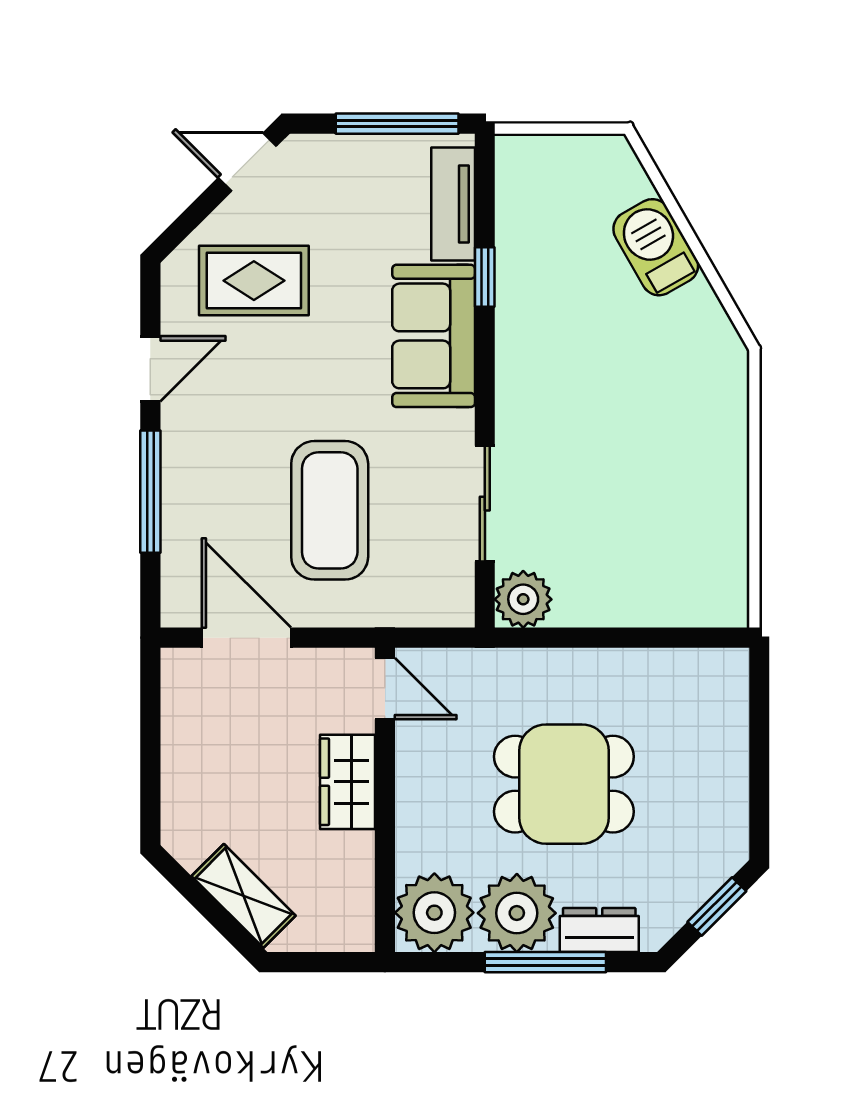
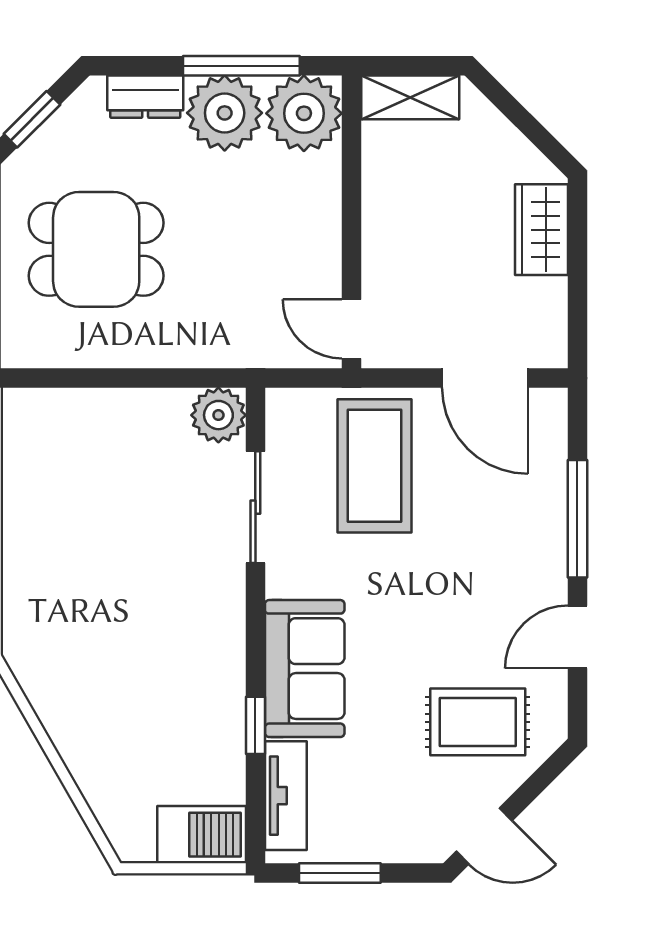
window: (397, 124) -> (340, 873), width x0.69
barbecue: (656, 247) -> (202, 835), moved, turned -60
coffee table: (330, 510) -> (374, 466), moved
wardrobe: (348, 782) -> (541, 230), moved, turned 180
dining table: (564, 784) -> (96, 249), moved
shelving: (244, 896) -> (410, 97), moved, turned -45
window: (545, 962) -> (241, 66), moved

